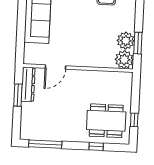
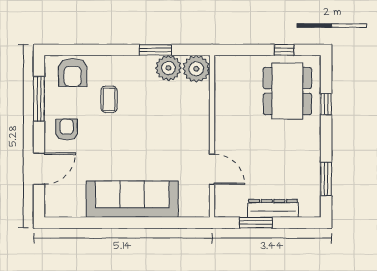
window: (138, 43) -> (155, 50), moved
dresser: (28, 84) -> (273, 208), moved
window: (45, 144) -> (326, 179), width x0.69

